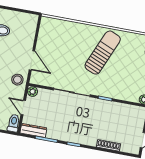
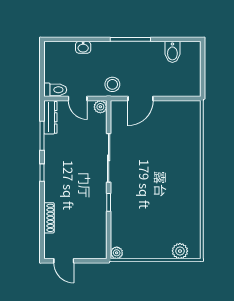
sun lounger: (103, 53) -> (168, 188), removed
door: (23, 108) -> (78, 99), swing flipped

